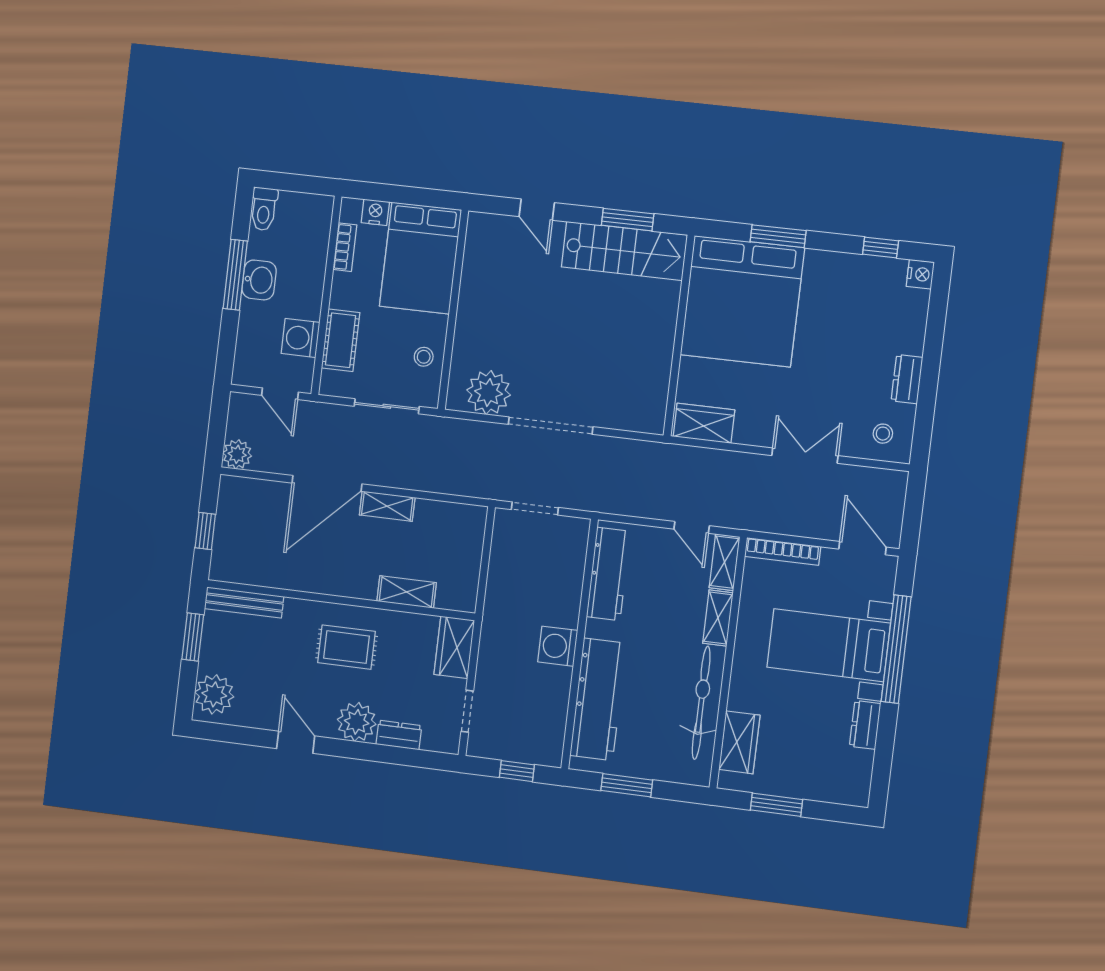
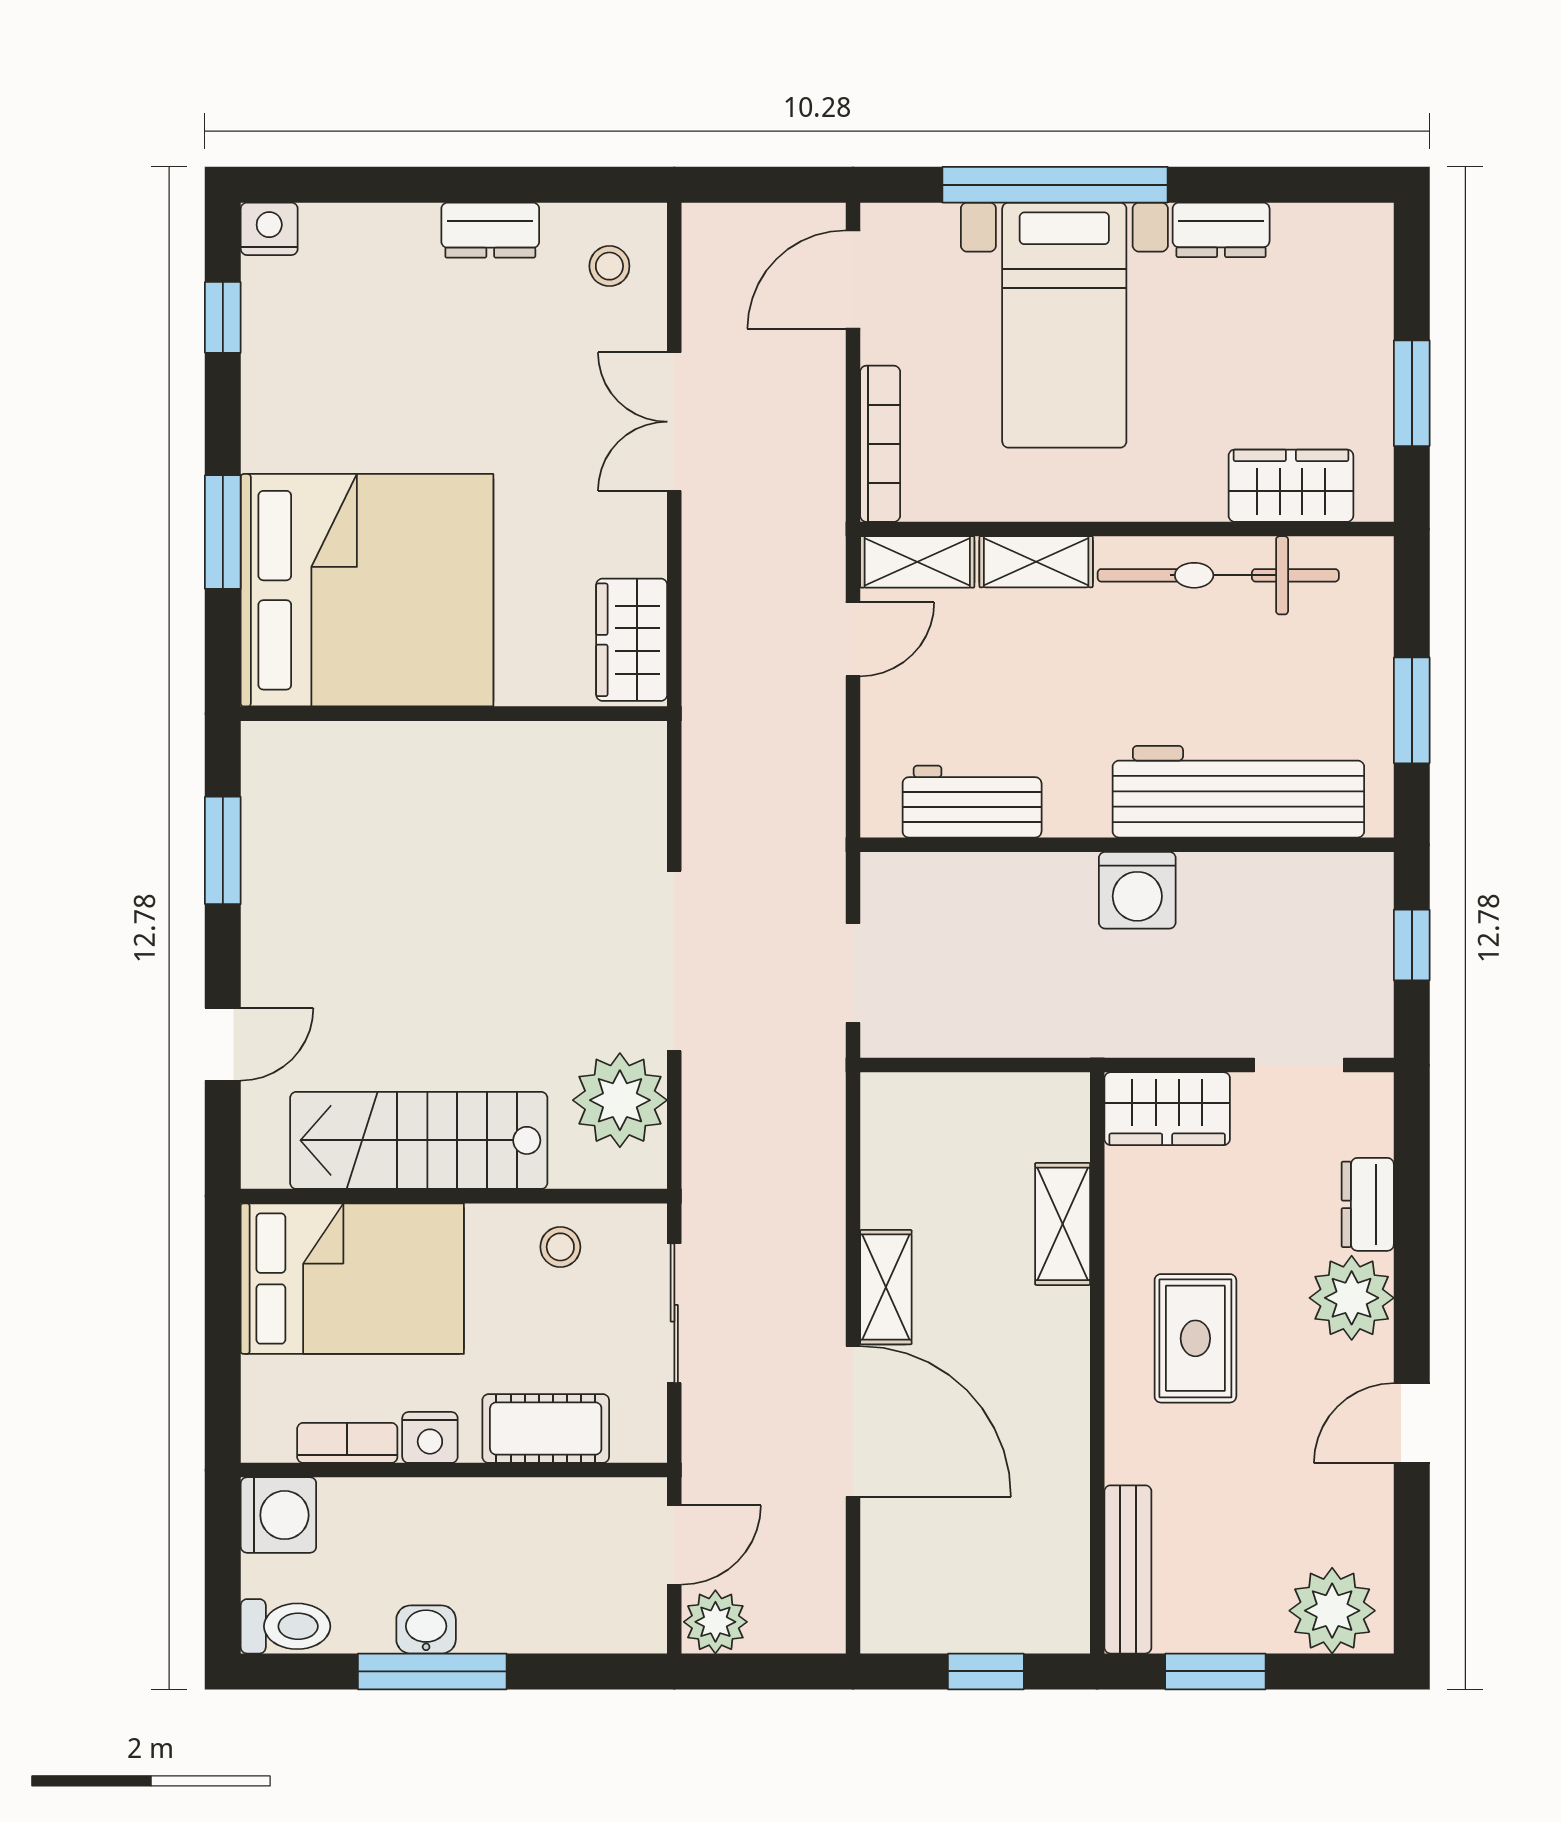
nightstand: (375, 212) -> (430, 1437), moved, turned -90
stairs: (624, 251) -> (419, 1140), moved, turned -90
washbasin: (259, 280) -> (426, 1629), width x0.72, depth x0.69
washing machine: (300, 338) -> (278, 1515), moved, turned -90
plant: (237, 454) -> (715, 1622), moved
workbench: (608, 574) -> (972, 802), width x0.73

